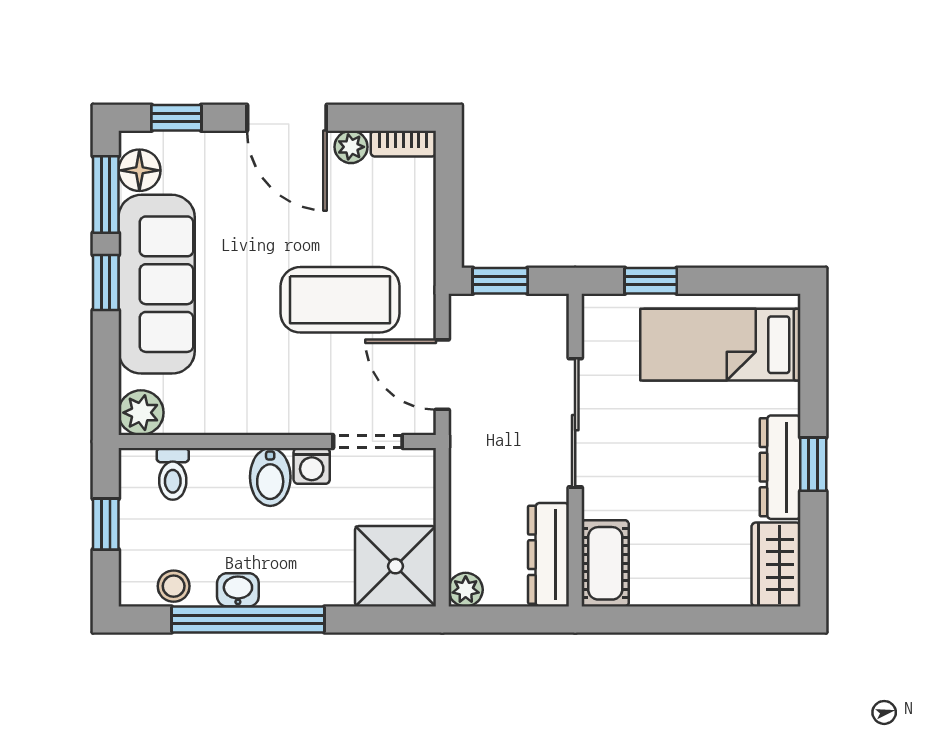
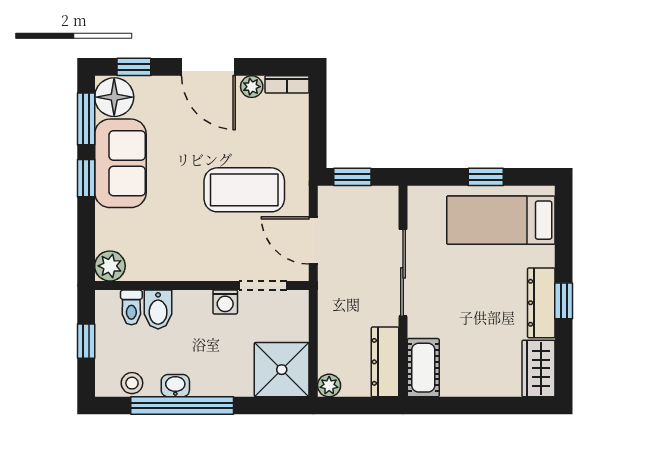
floor lamp: (139, 170) -> (114, 97), width x1.38, depth x1.38
window: (651, 281) -> (486, 177), moved
sofa: (157, 284) -> (120, 163), width x0.73
bidet: (270, 477) -> (158, 309), moved

